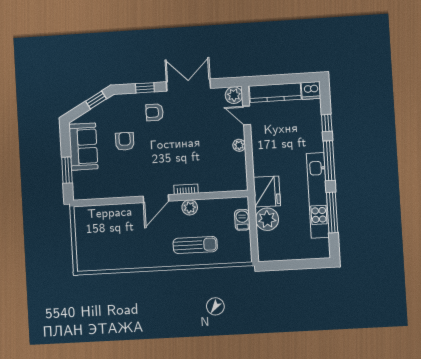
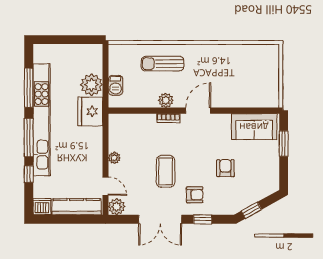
coffee table: (186, 134) -> (166, 171), added
armchair: (125, 141) -> (225, 168), turned 180
sofa: (83, 147) -> (254, 127), moved, turned -90
kitchen unit: (318, 195) -> (42, 120), width x1.36

